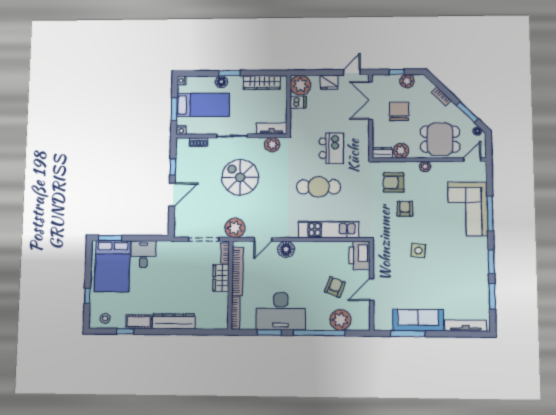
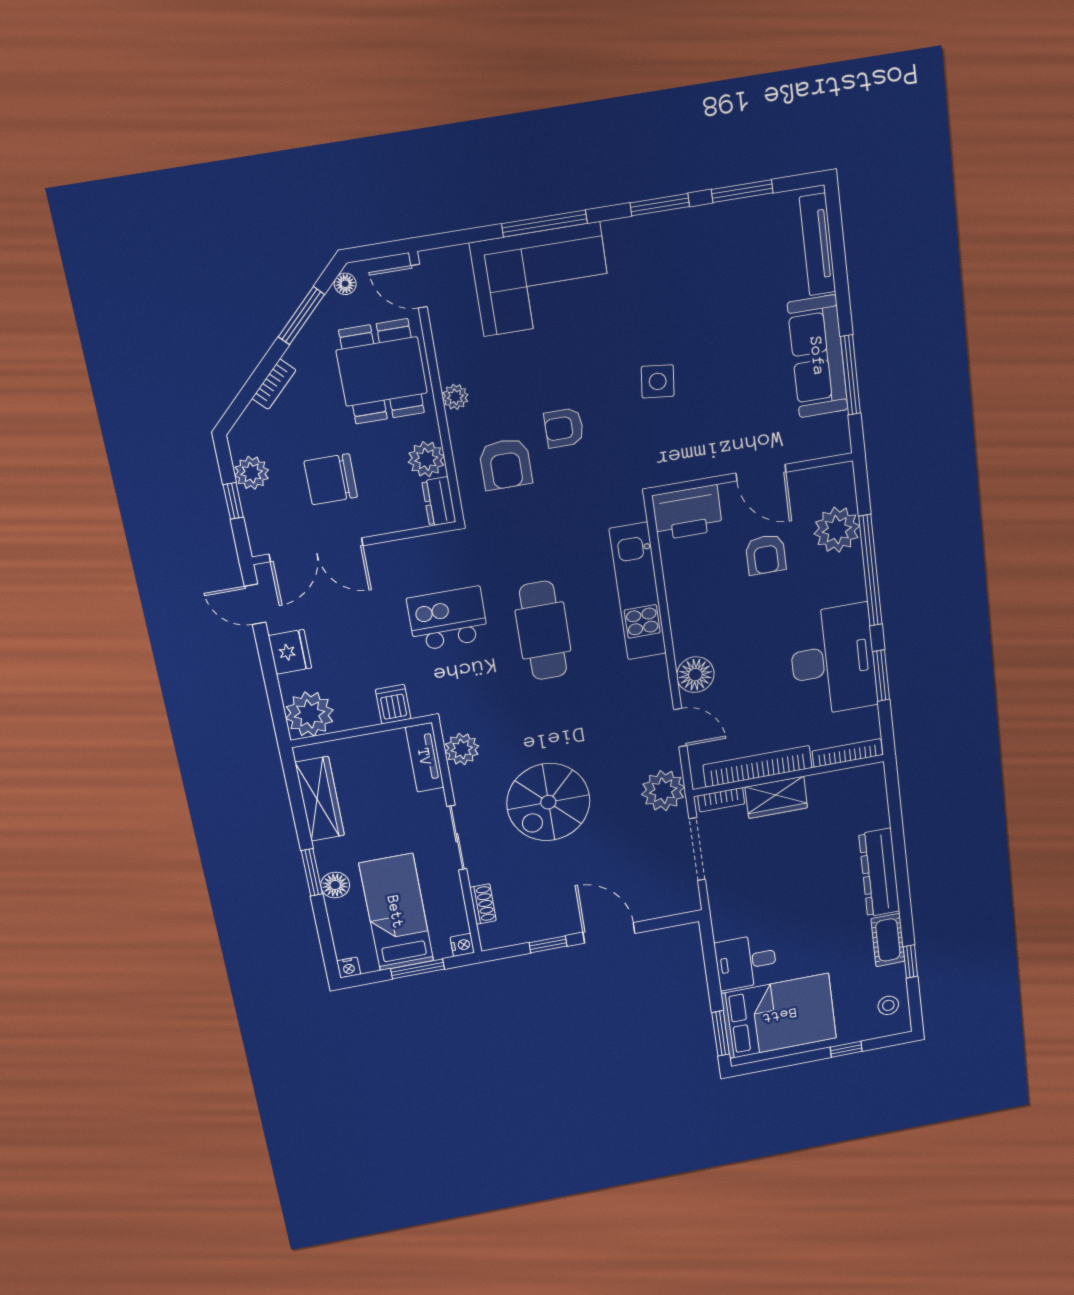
dishwasher: (298, 102) -> (393, 704), moved
armchair: (335, 287) -> (766, 555), turned -111

